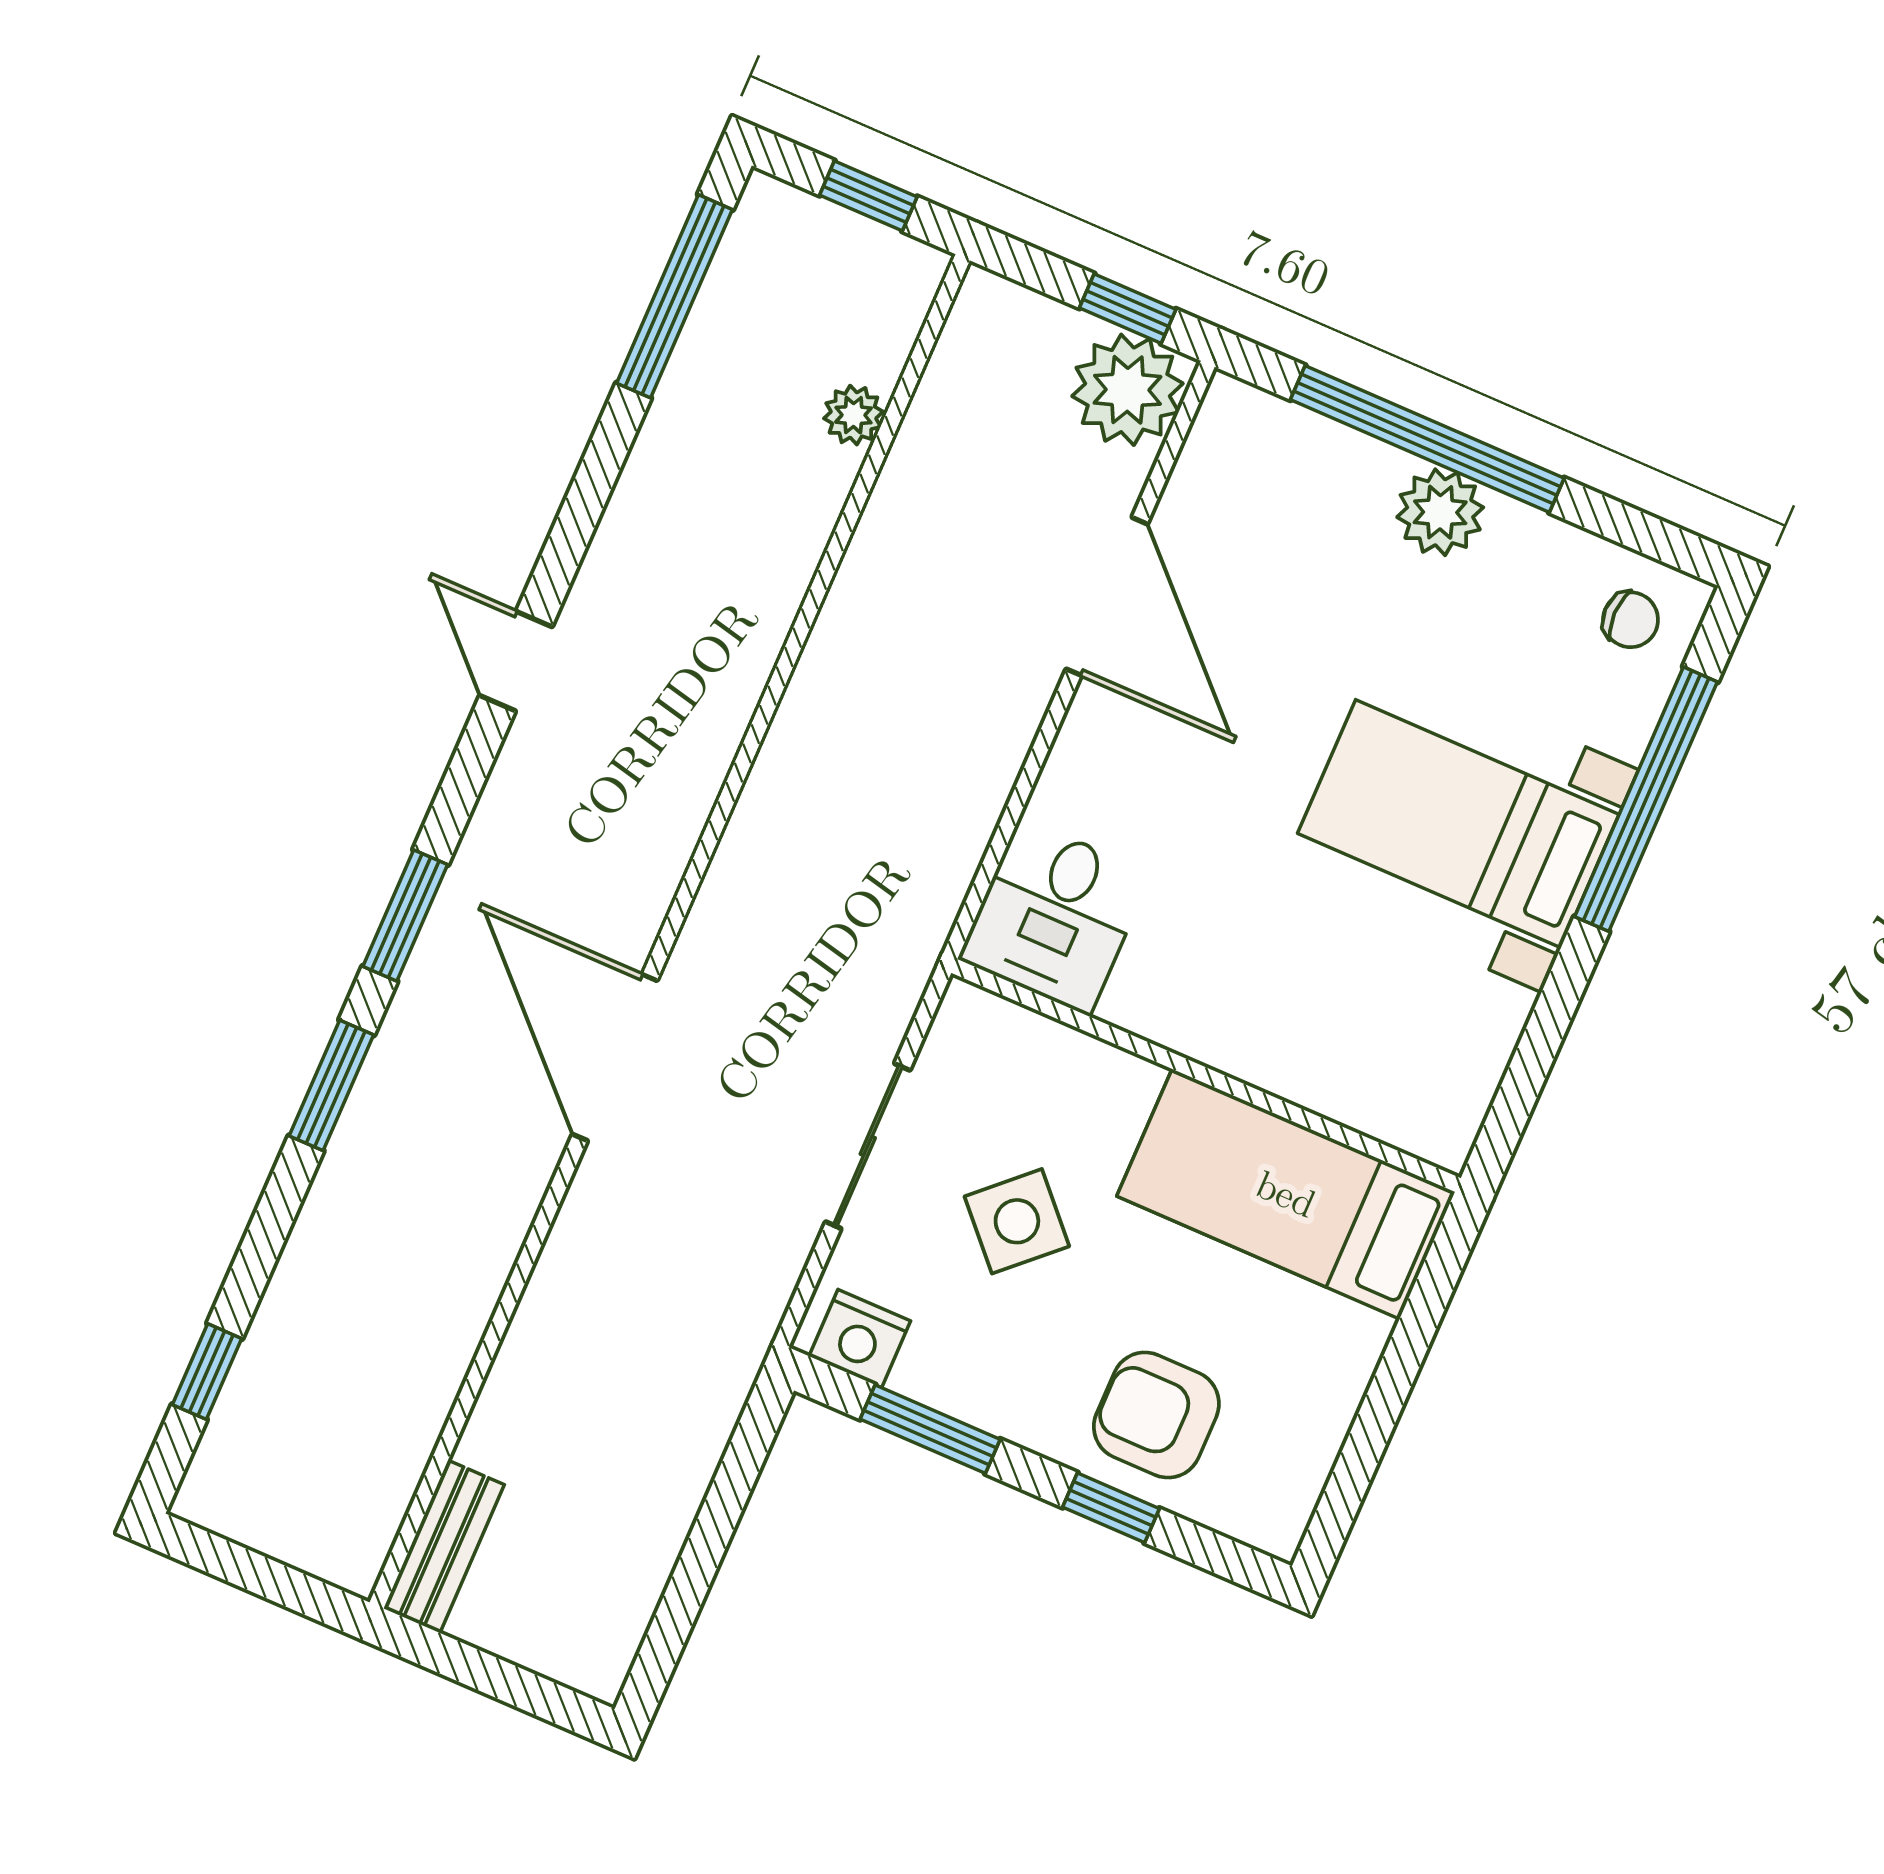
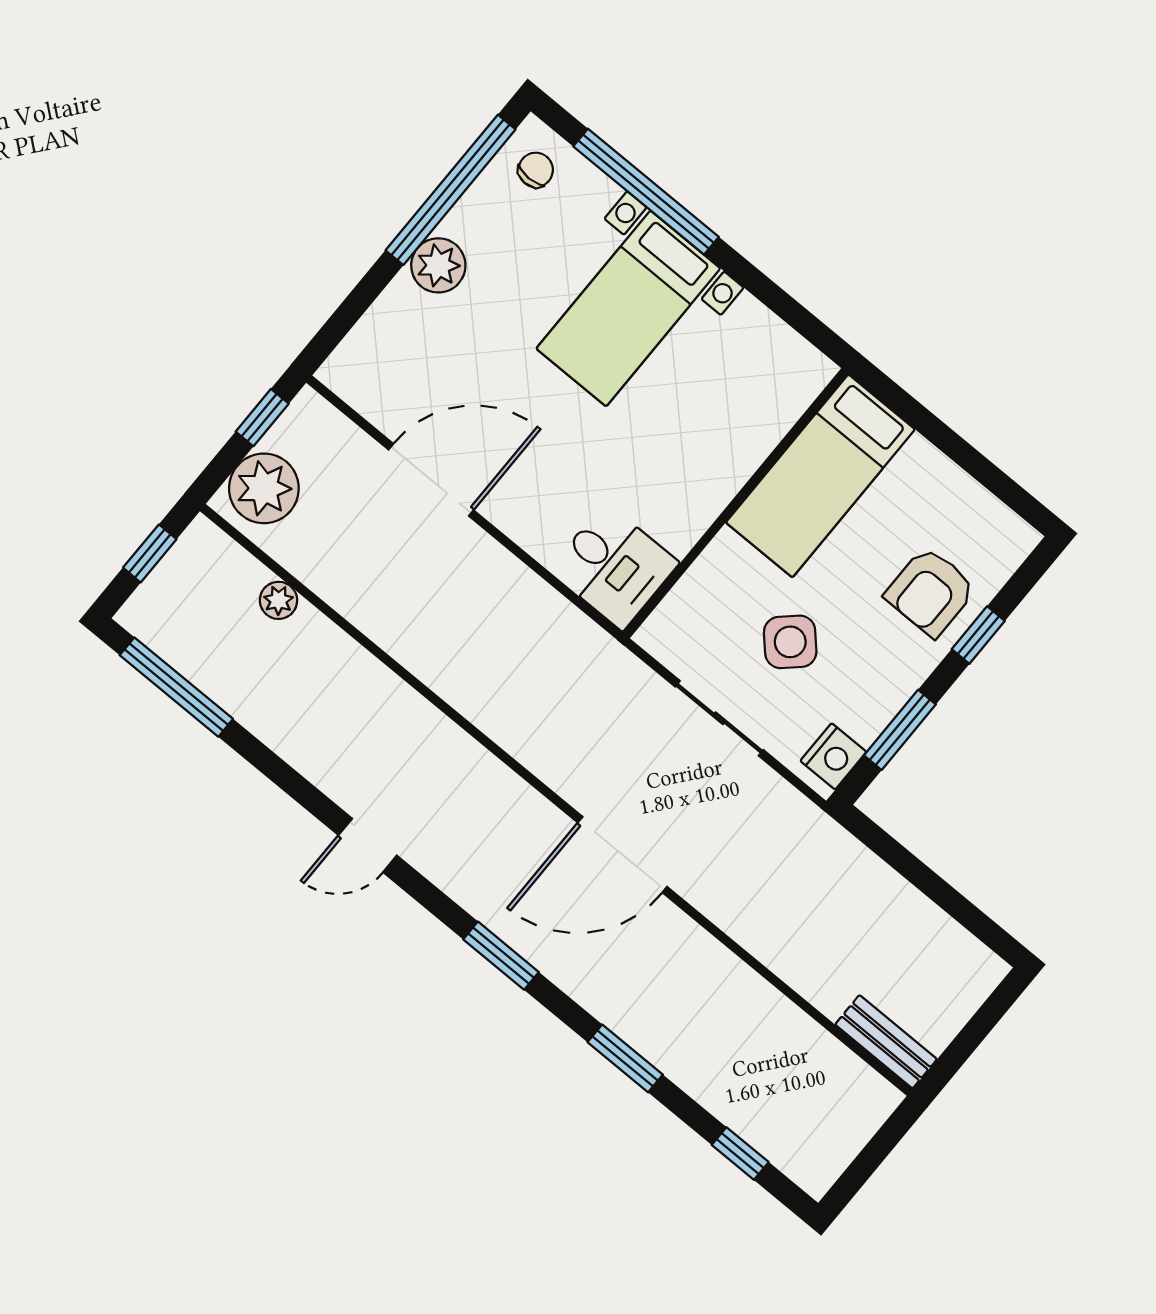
plant: (1128, 390) -> (264, 488), moved
window: (1427, 439) -> (451, 190), moved
window: (331, 1085) -> (625, 1058), moved

